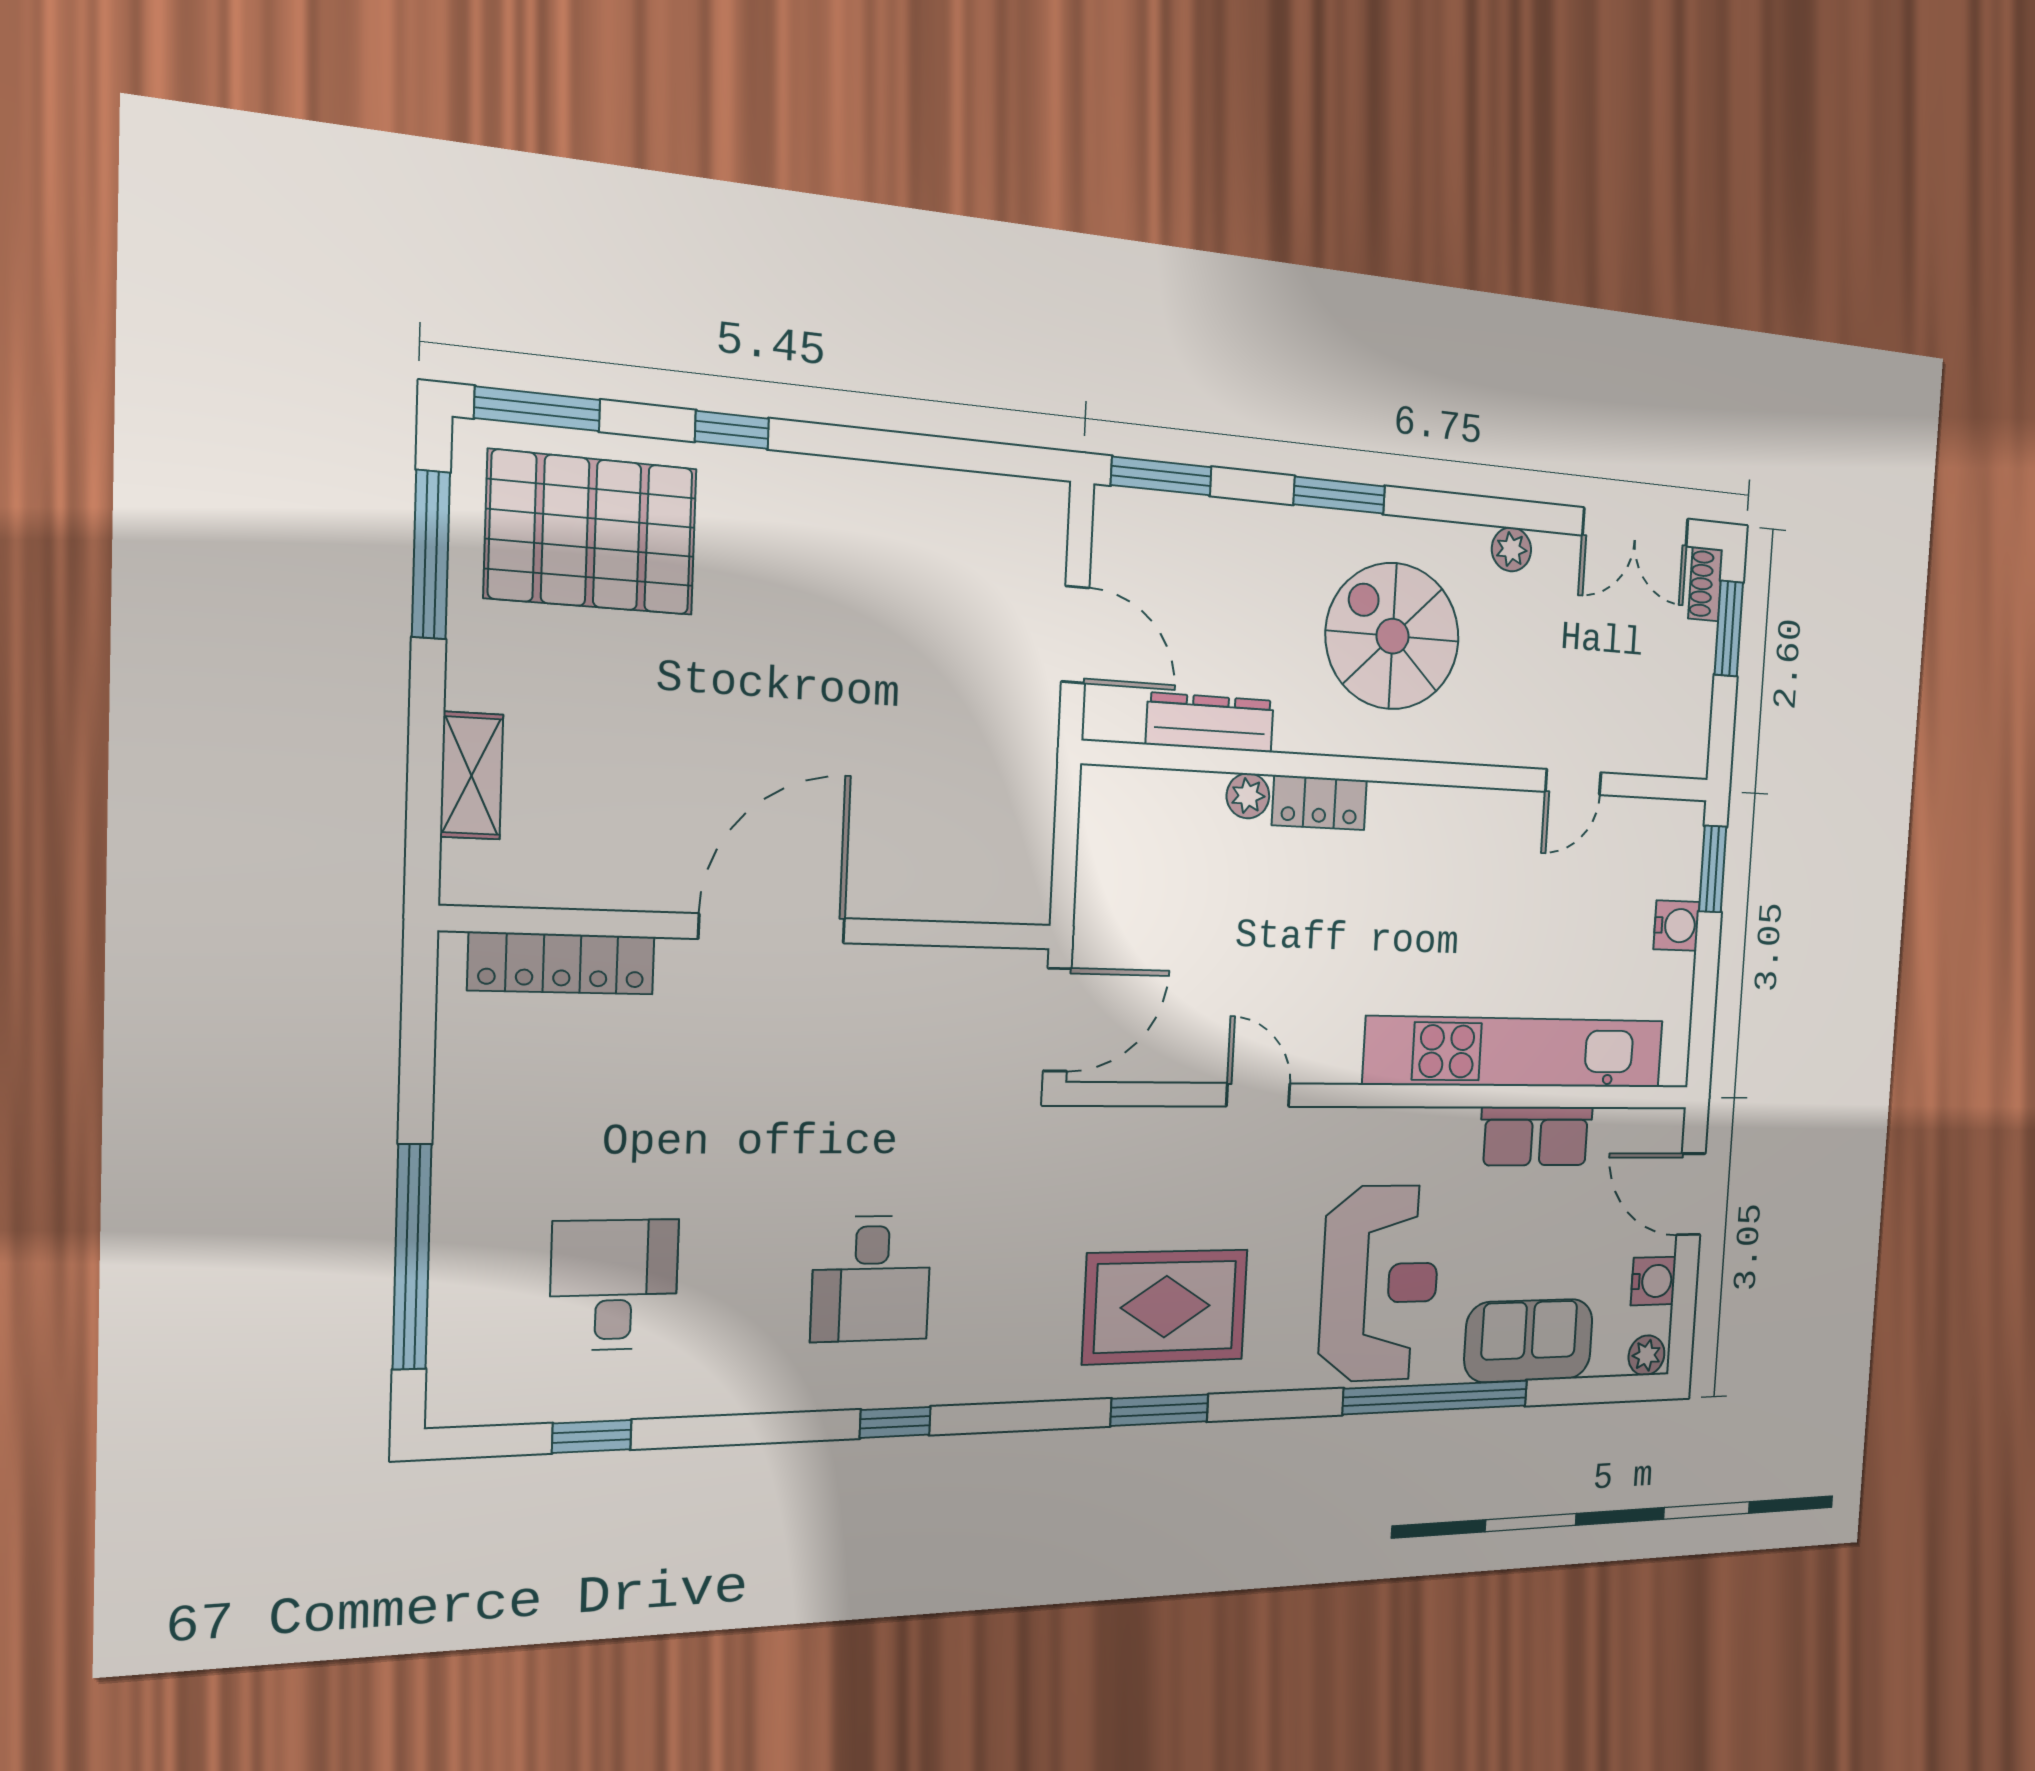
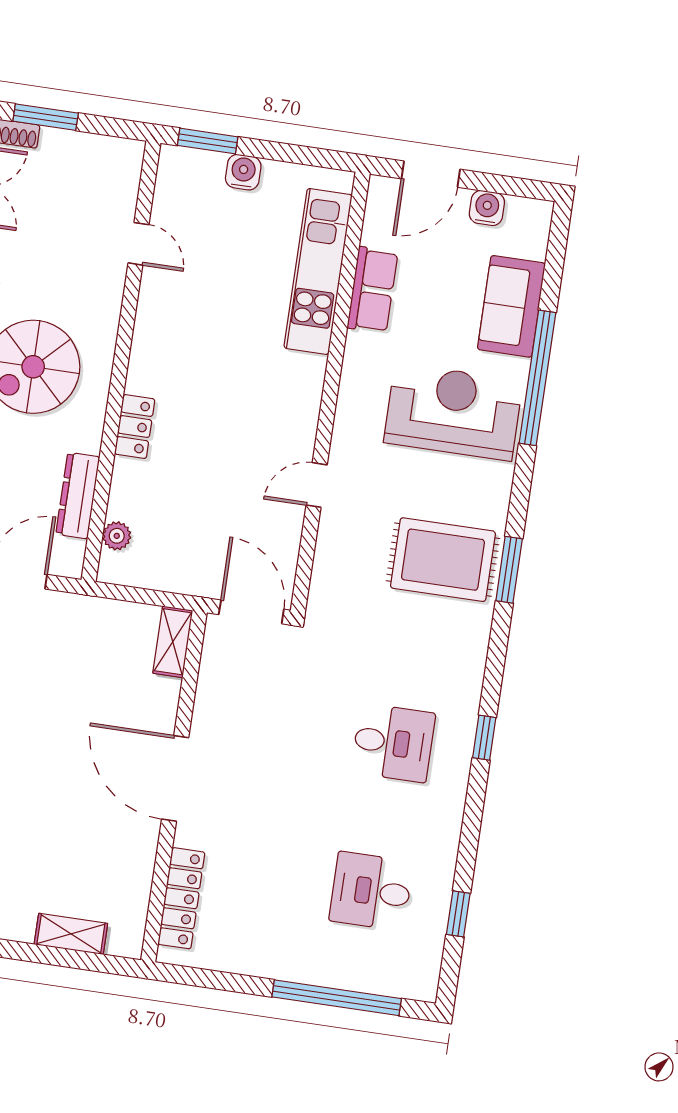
plant: (1248, 796) -> (117, 536), moved
shelving: (998, 899) -> (173, 642), added
kitchen unit: (1516, 1052) -> (318, 271), width x0.73
rug: (1165, 1307) -> (443, 560), turned 90
plant: (1646, 1355) -> (538, 217), removed

